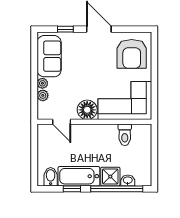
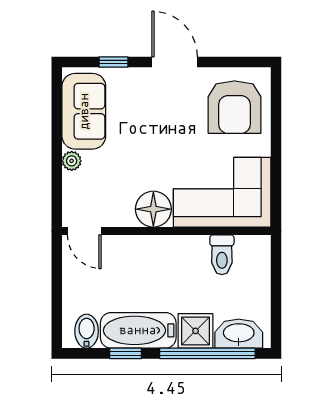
plant: (43, 95) -> (72, 183), removed
door: (62, 122) -> (84, 231), moved
washbasin: (128, 180) -> (239, 334), width x1.91, depth x1.45

